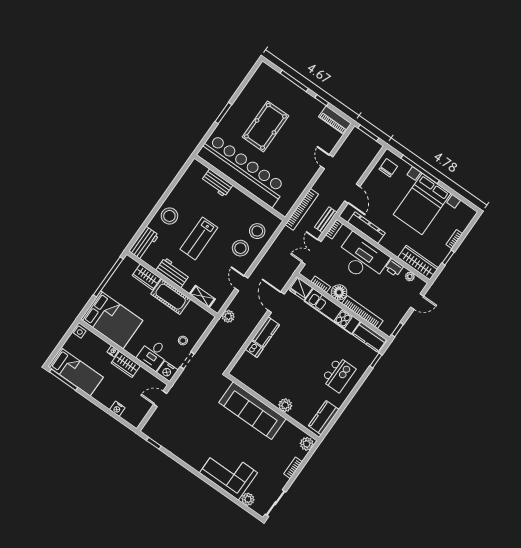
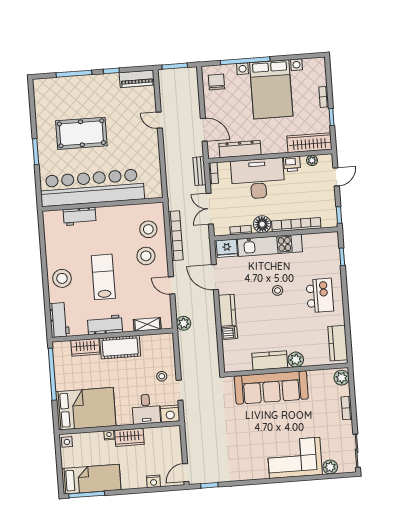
pool table: (265, 126) -> (81, 133), turned 90
bookcase: (302, 209) -> (176, 236), moved
lab bench: (199, 238) -> (103, 277), turned 180
kitchen counter: (369, 337) -> (270, 360), moved, turned 180
stool: (312, 347) -> (278, 290), added
door: (160, 399) -> (186, 473), moved

